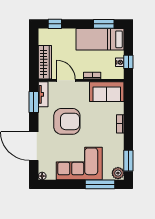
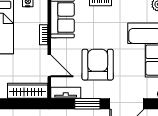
door: (66, 80) -> (49, 66), swing flipped
window: (34, 102) -> (87, 104), moved

